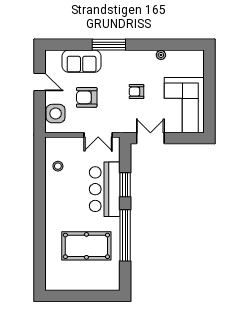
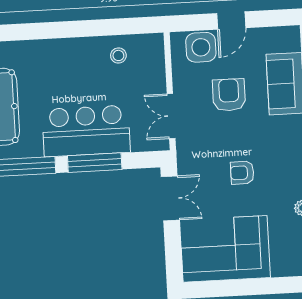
door: (40, 82) -> (231, 21), moved
armchair: (137, 92) -> (242, 173), turned -90
window: (125, 185) -> (95, 163), width x1.44

